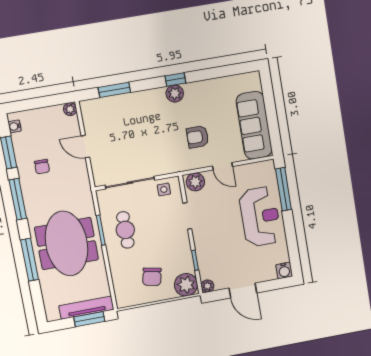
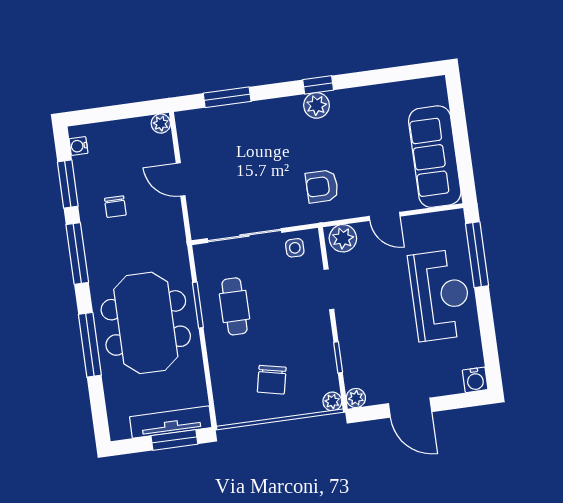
armchair: (198, 137) -> (322, 186), moved
plant: (186, 285) -> (332, 401), width x0.53, depth x0.53

